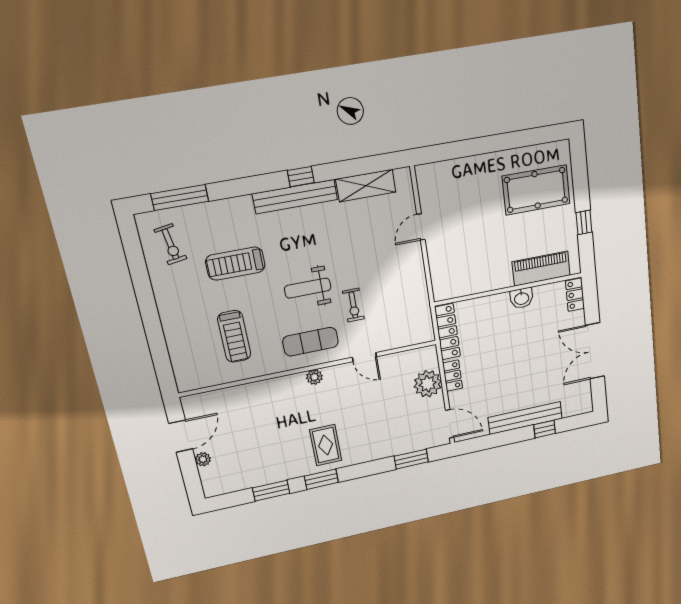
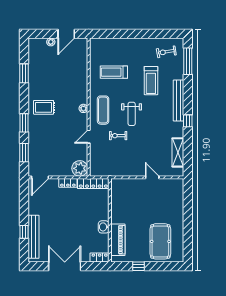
bench: (295, 197) -> (179, 100), moved
treadmill: (235, 264) -> (151, 81), turned 180
weight bench: (308, 288) -> (132, 114), turned 180
plant: (428, 384) -> (80, 168), moved
bench: (525, 418) -> (33, 237), moved
door: (181, 436) -> (66, 34), hinge flipped
window: (321, 479) -> (24, 123), moved

